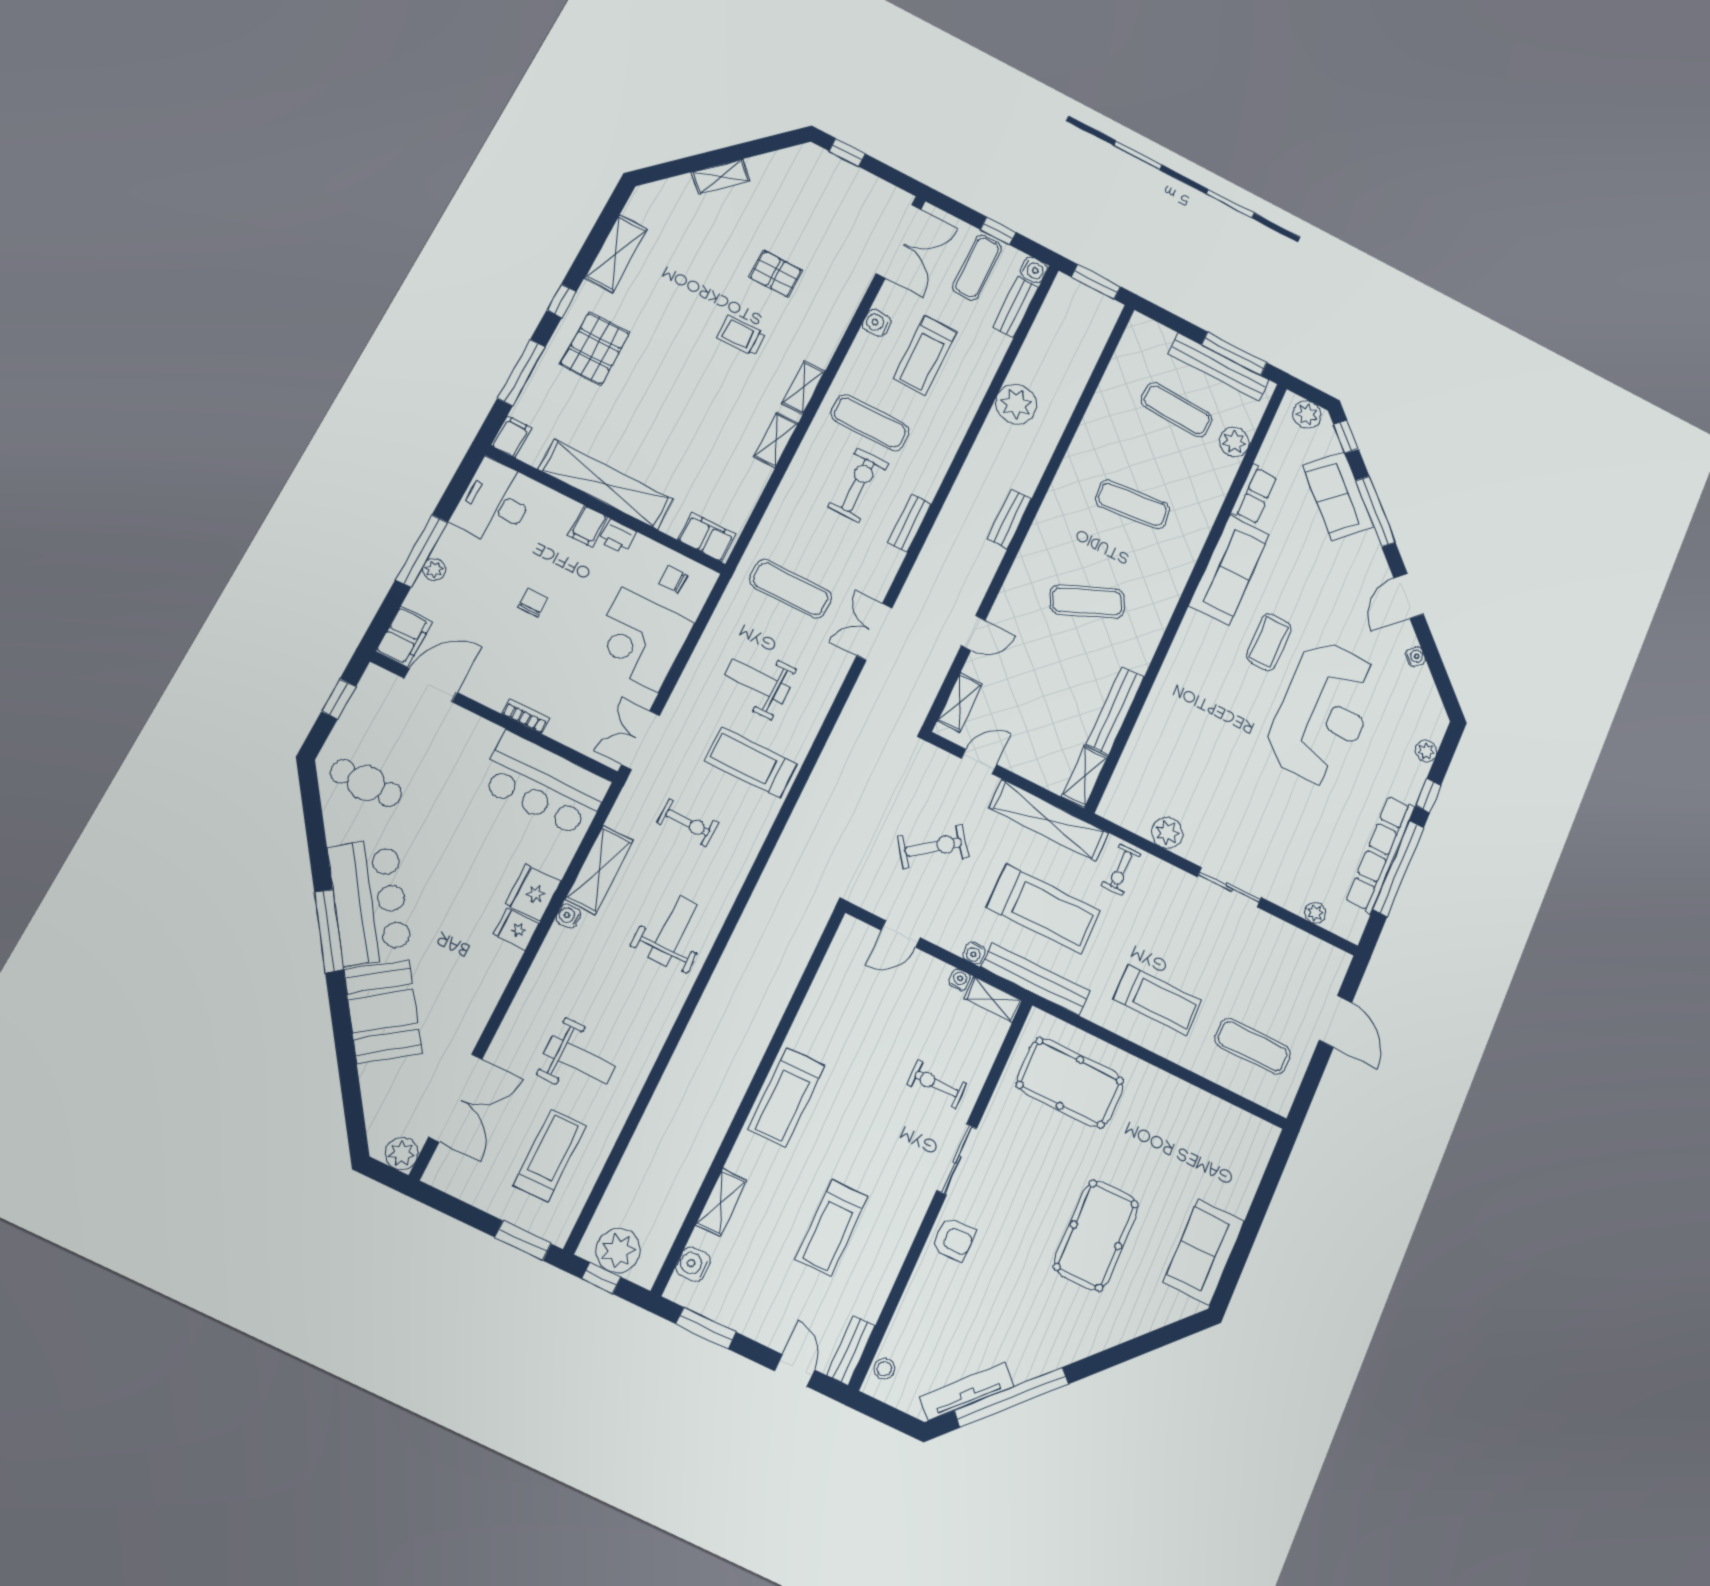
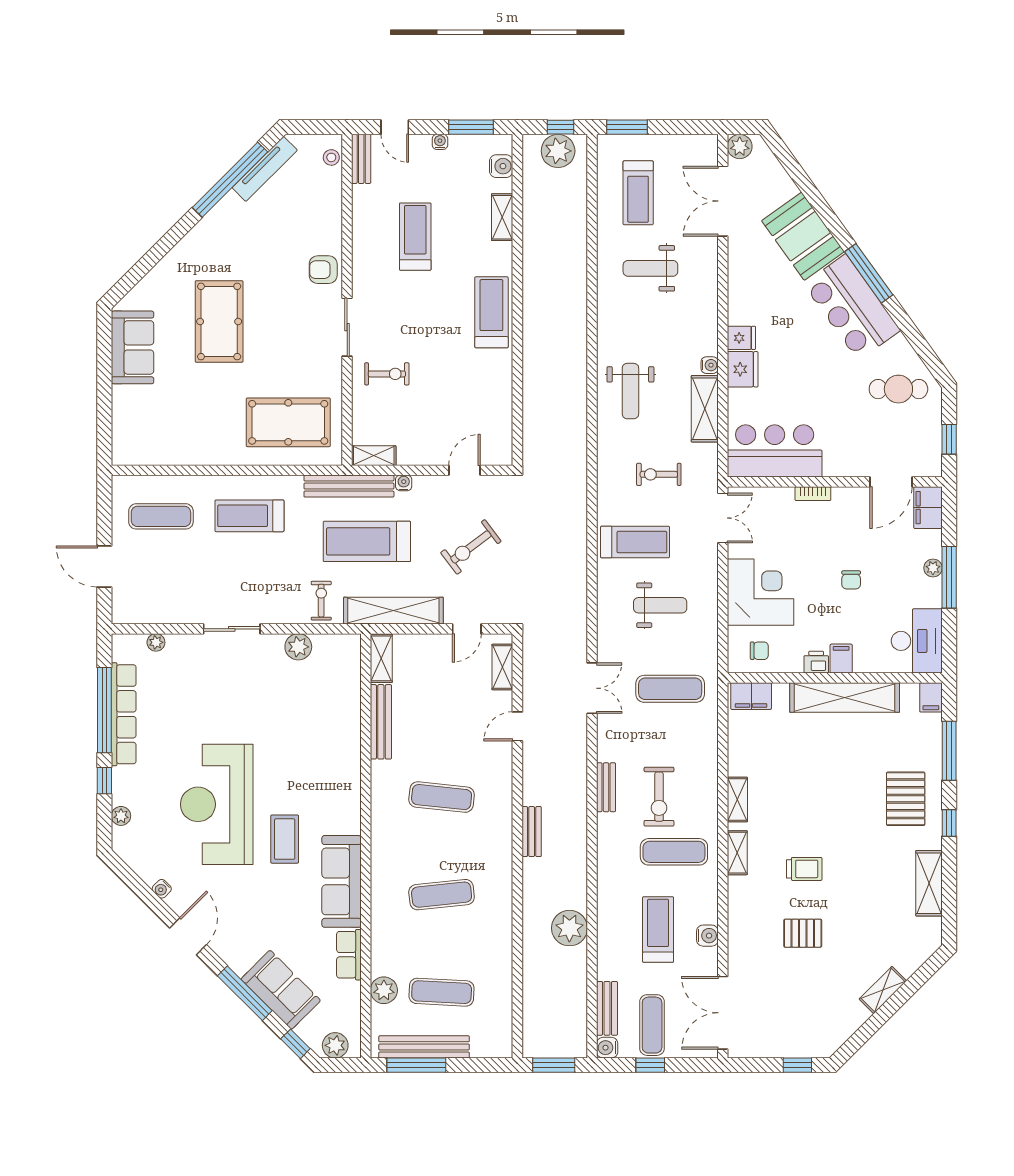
exercise mat: (1087, 602) -> (442, 797), turned 30
water cooler: (960, 980) -> (440, 142), moved, turned 180

